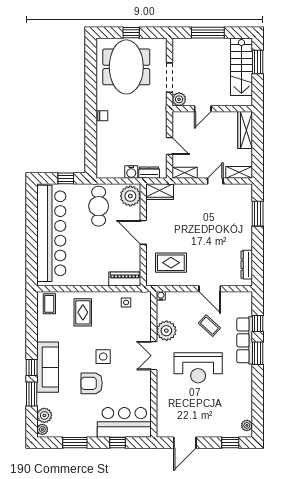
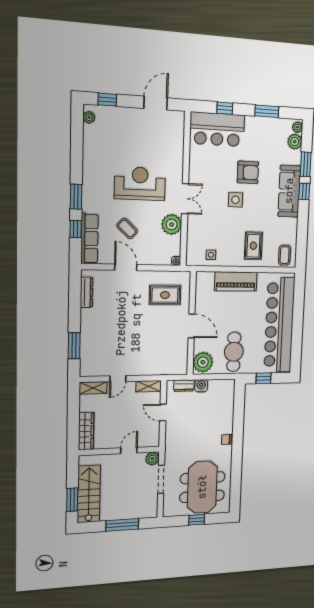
wardrobe: (160, 192) -> (174, 367), removed
piano: (125, 279) -> (236, 281), moved, width x1.37, depth x1.33
row of seats: (245, 340) -> (89, 239), moved

